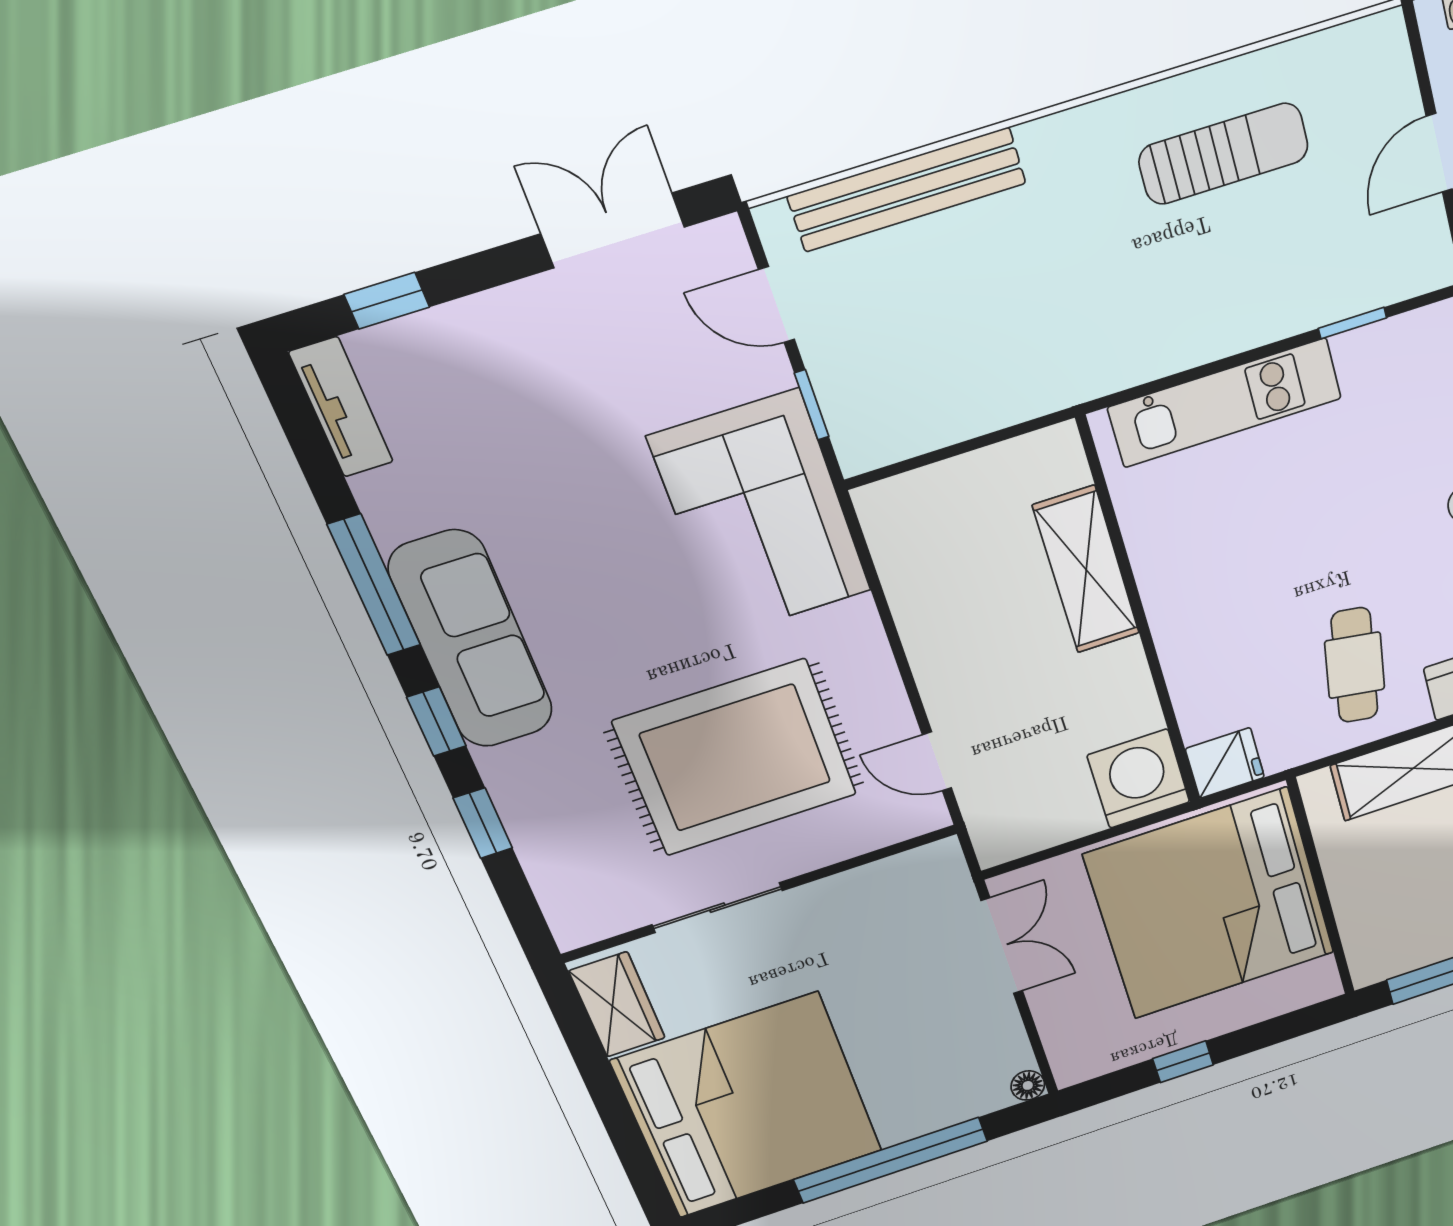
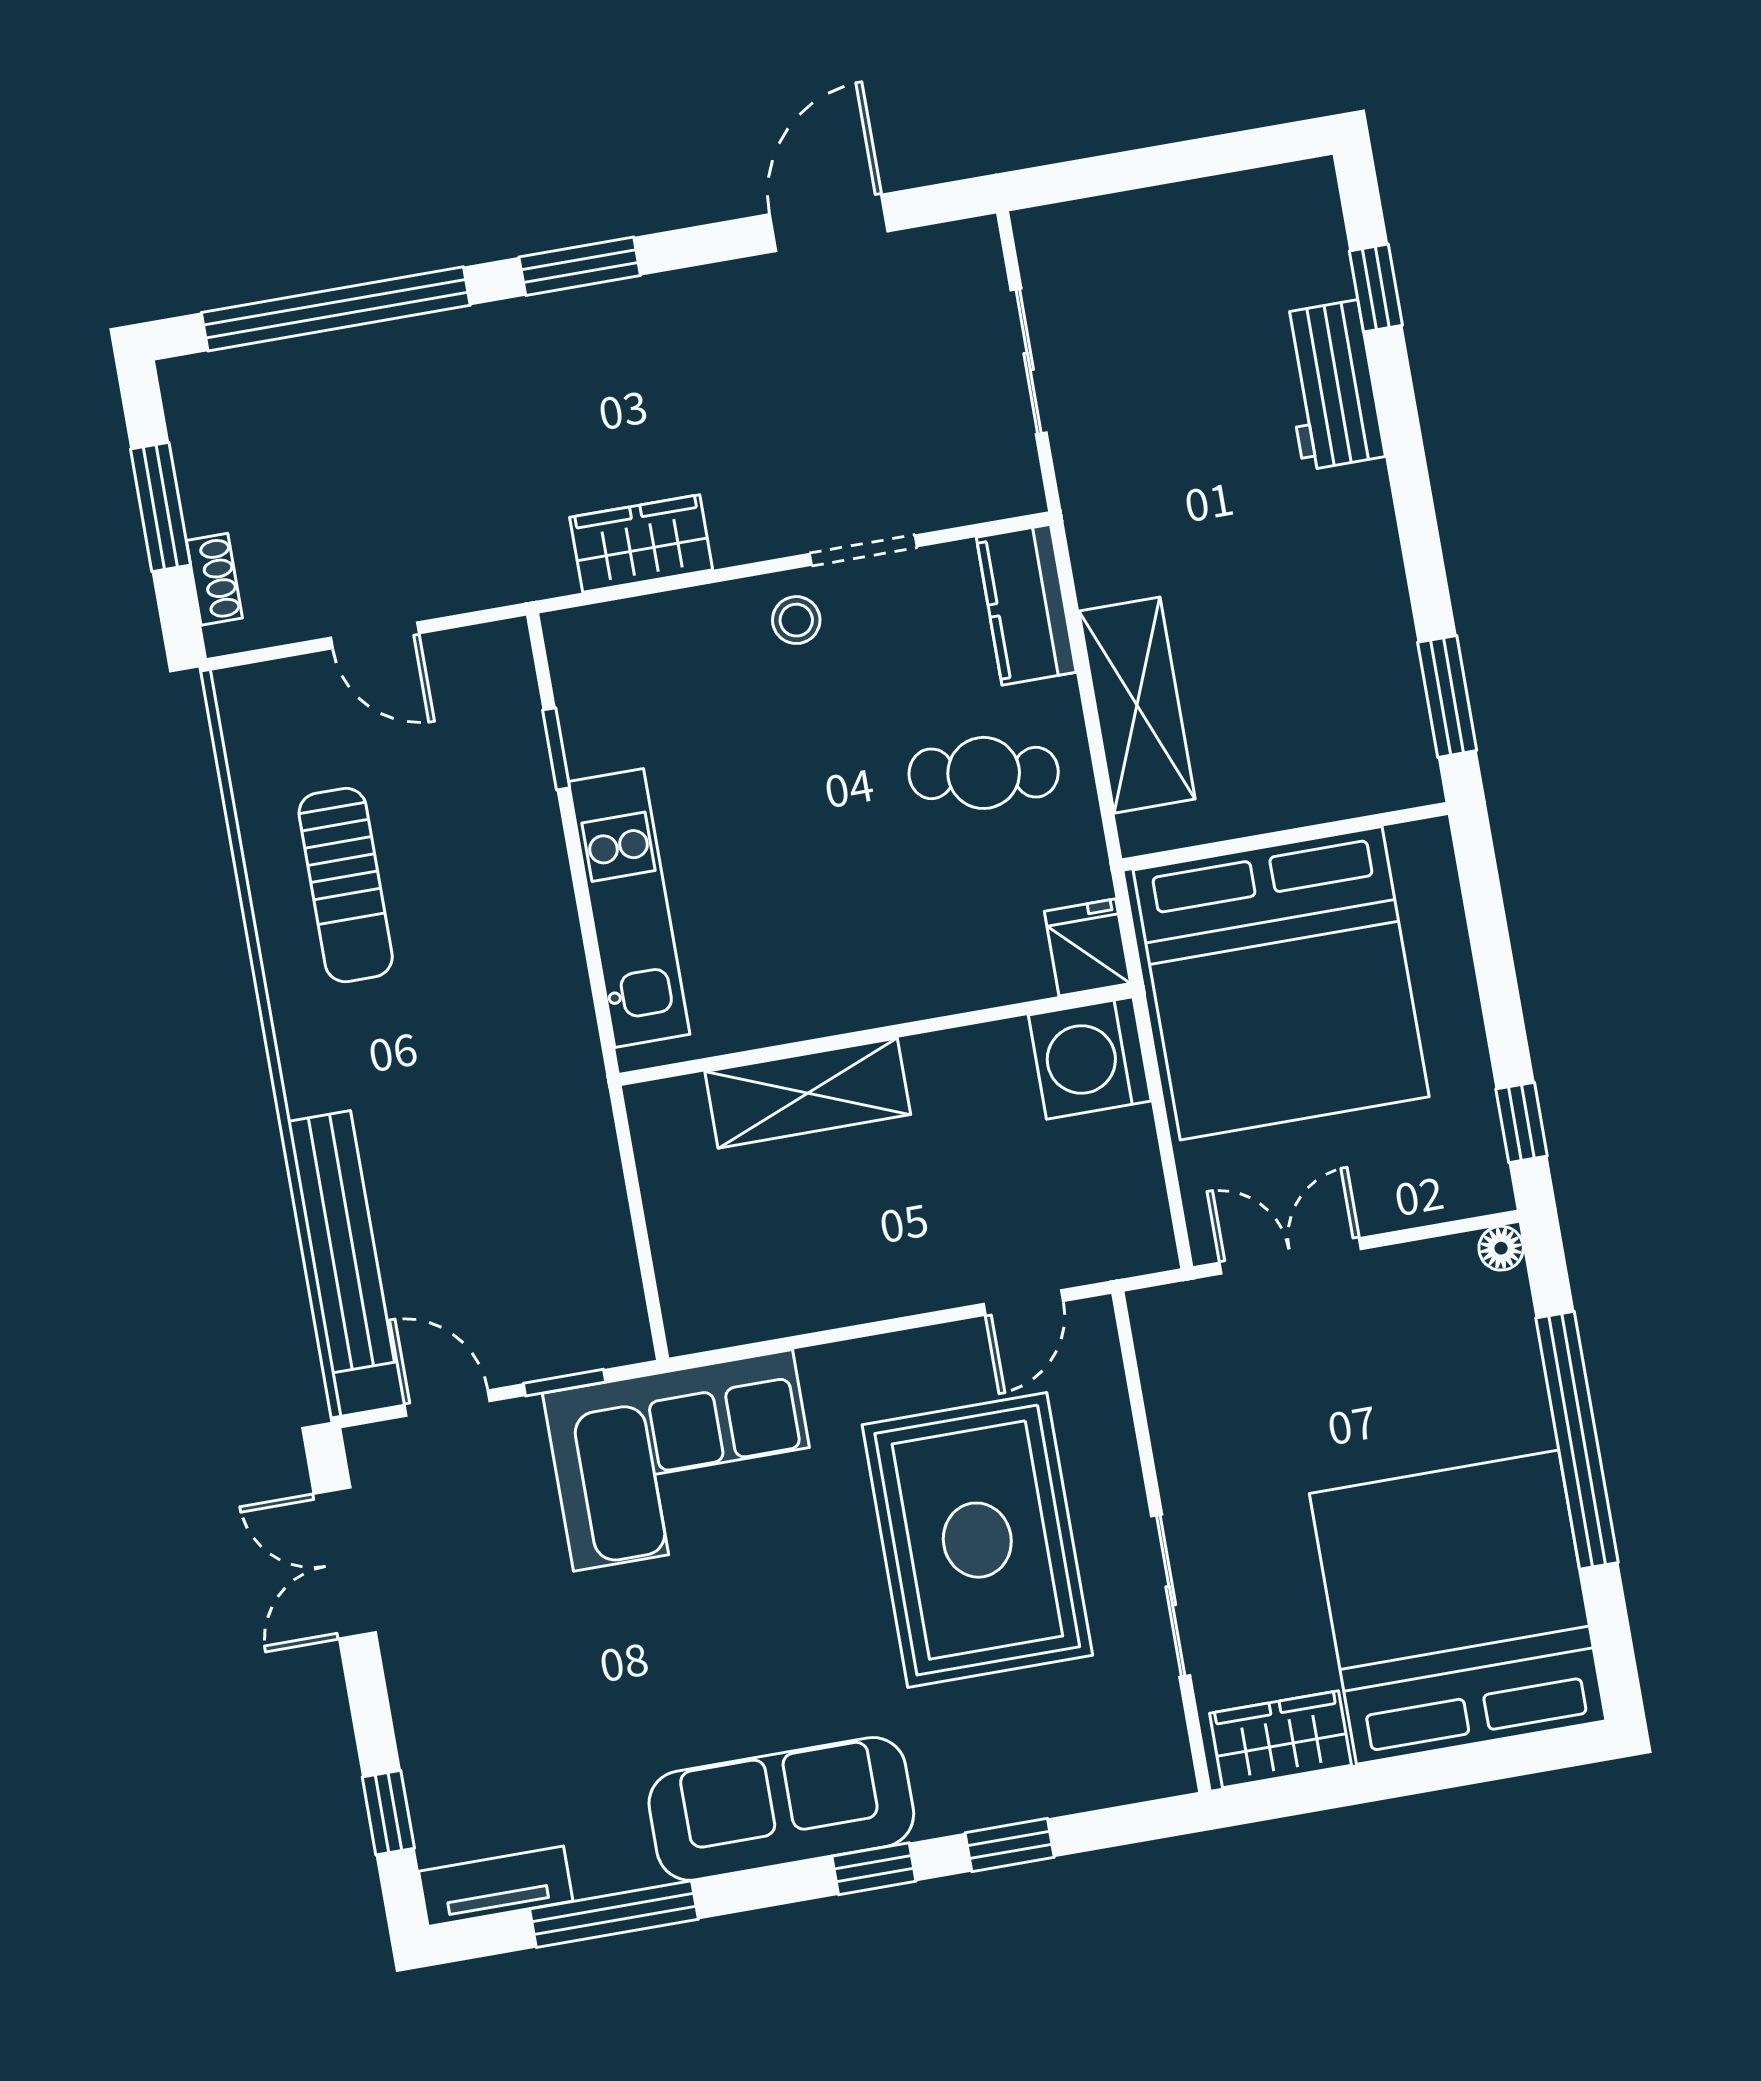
sun lounger: (1224, 154) -> (346, 885), turned 180
door: (776, 305) -> (447, 1403), swing flipped
window: (374, 585) -> (614, 1914), moved
window: (1183, 1062) -> (1522, 1123), moved

